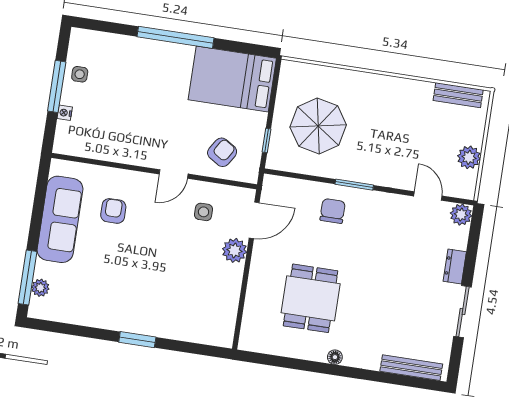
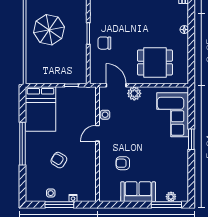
parasol: (318, 126) -> (49, 30), moved
armchair: (222, 152) -> (59, 160), moved
door: (174, 174) -> (98, 133), swing flipped
side table: (204, 212) -> (105, 115), moved
sofa: (60, 219) -> (138, 192), width x0.73
dining table: (311, 298) -> (155, 62), moved
corner sofa: (186, 313) -> (173, 115), added

